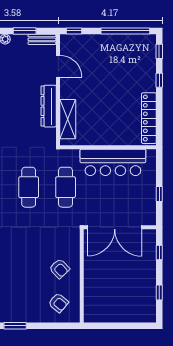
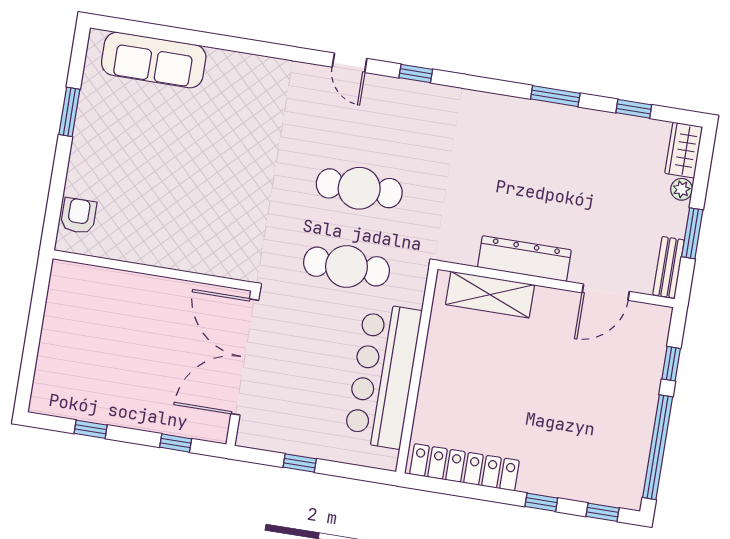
window: (74, 31) -> (671, 364), moved
armchair: (59, 269) -> (176, 226), removed
armchair: (58, 303) -> (79, 216), moved, turned 140

